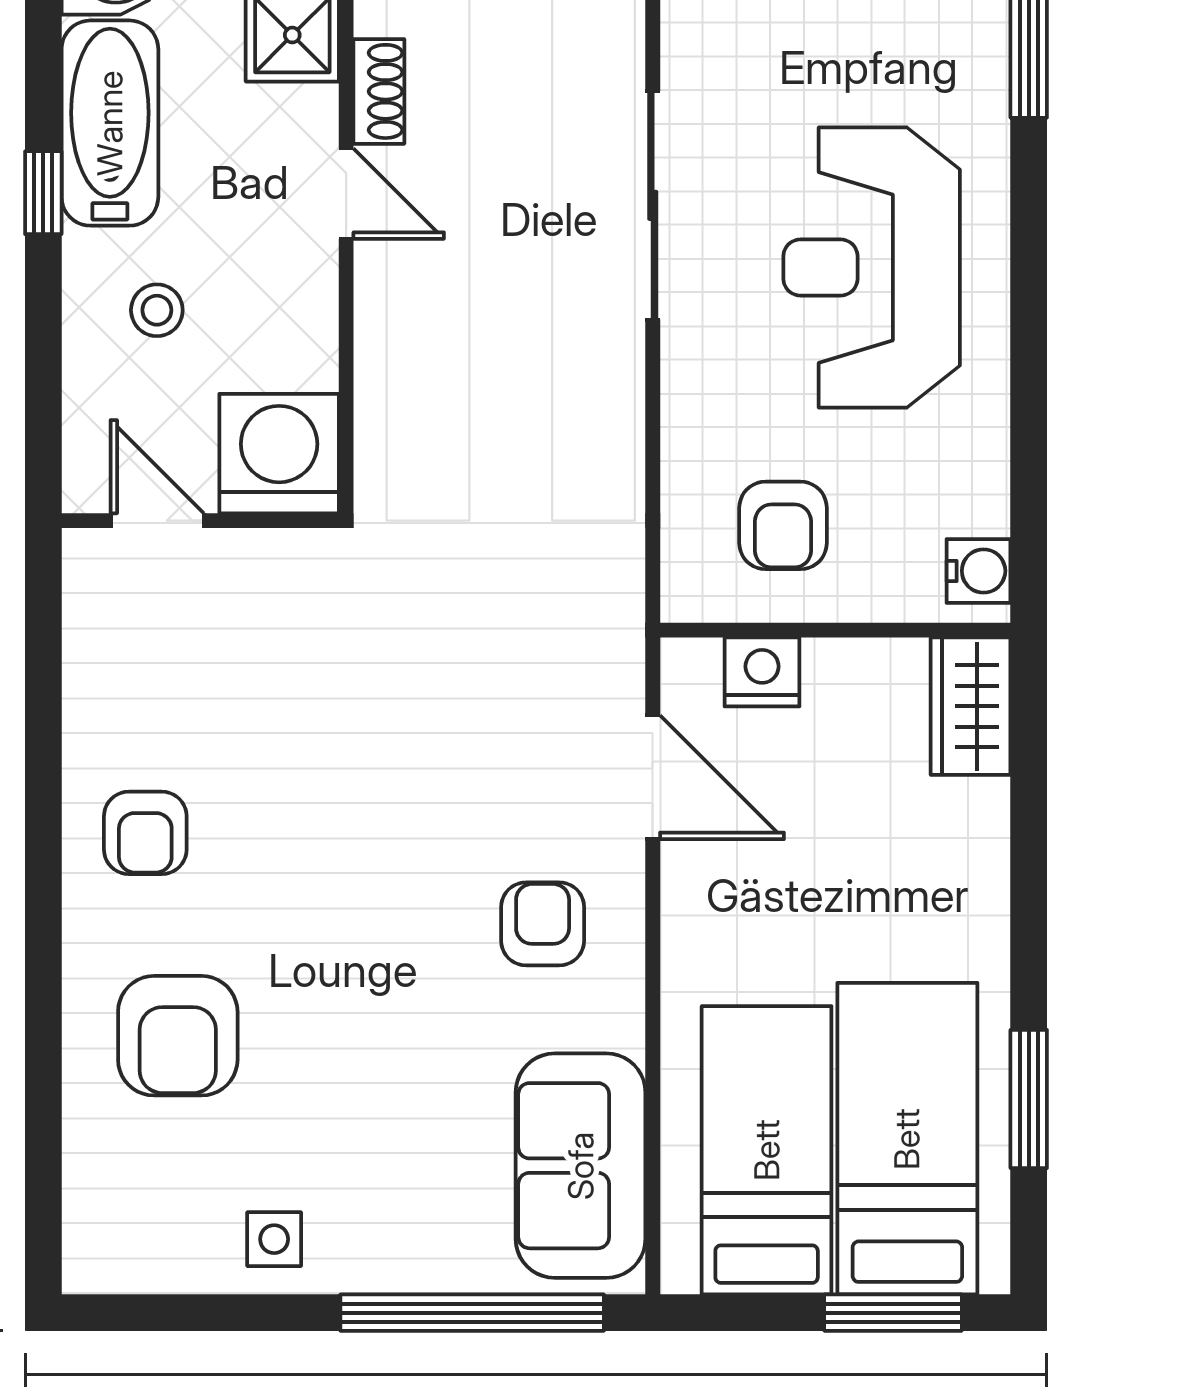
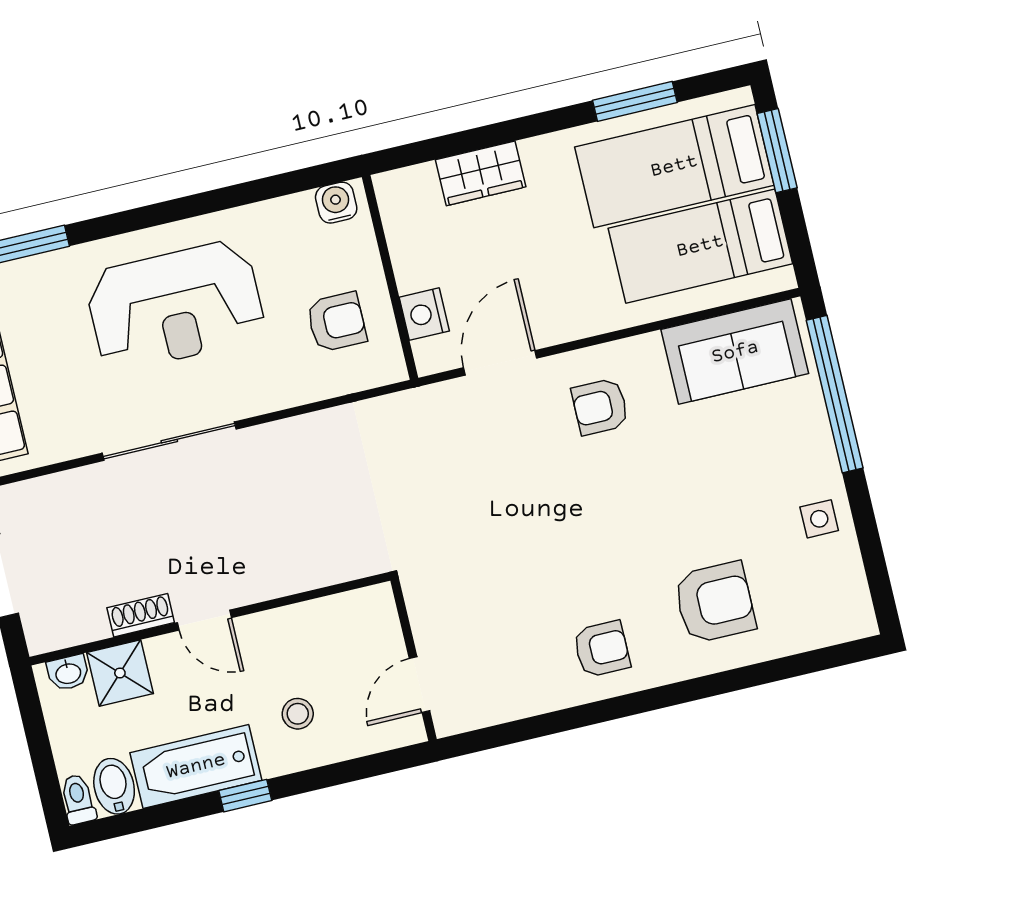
door: (346, 194) -> (204, 620), swing flipped
washing machine: (279, 454) -> (364, 623), removed
wardrobe: (971, 706) -> (481, 173), moved

